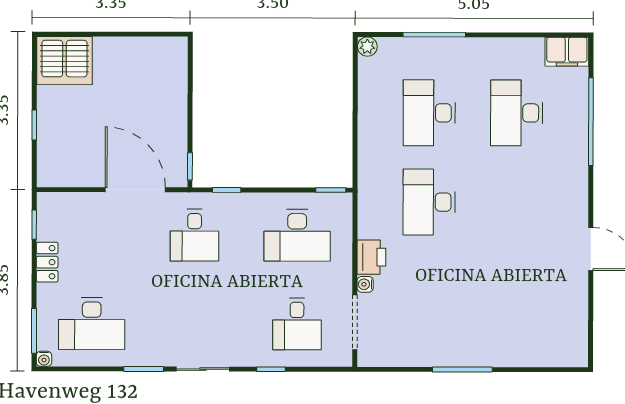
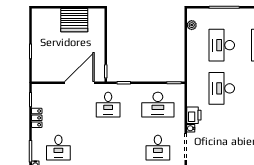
plant: (367, 47) -> (192, 25), moved
server rack: (64, 61) -> (74, 20), moved
door: (135, 190) -> (79, 83), hinge flipped
desk: (92, 324) -> (58, 148), width x0.73

